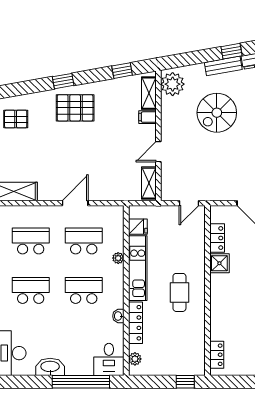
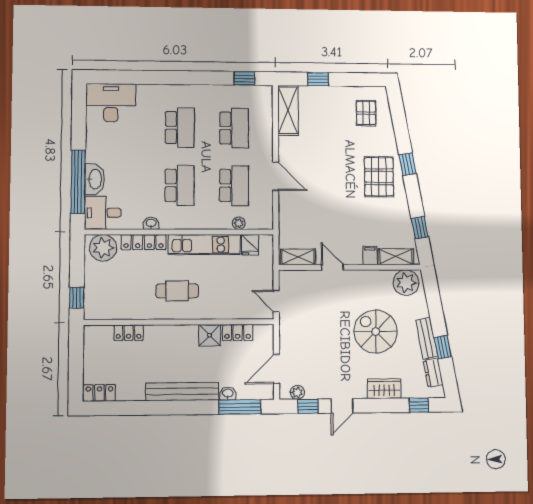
plant: (118, 258) -> (239, 223), moved
locker: (217, 355) -> (129, 333), moved
plant: (135, 359) -> (103, 248), width x1.88, depth x1.88
washbasin: (50, 367) -> (95, 179), moved

